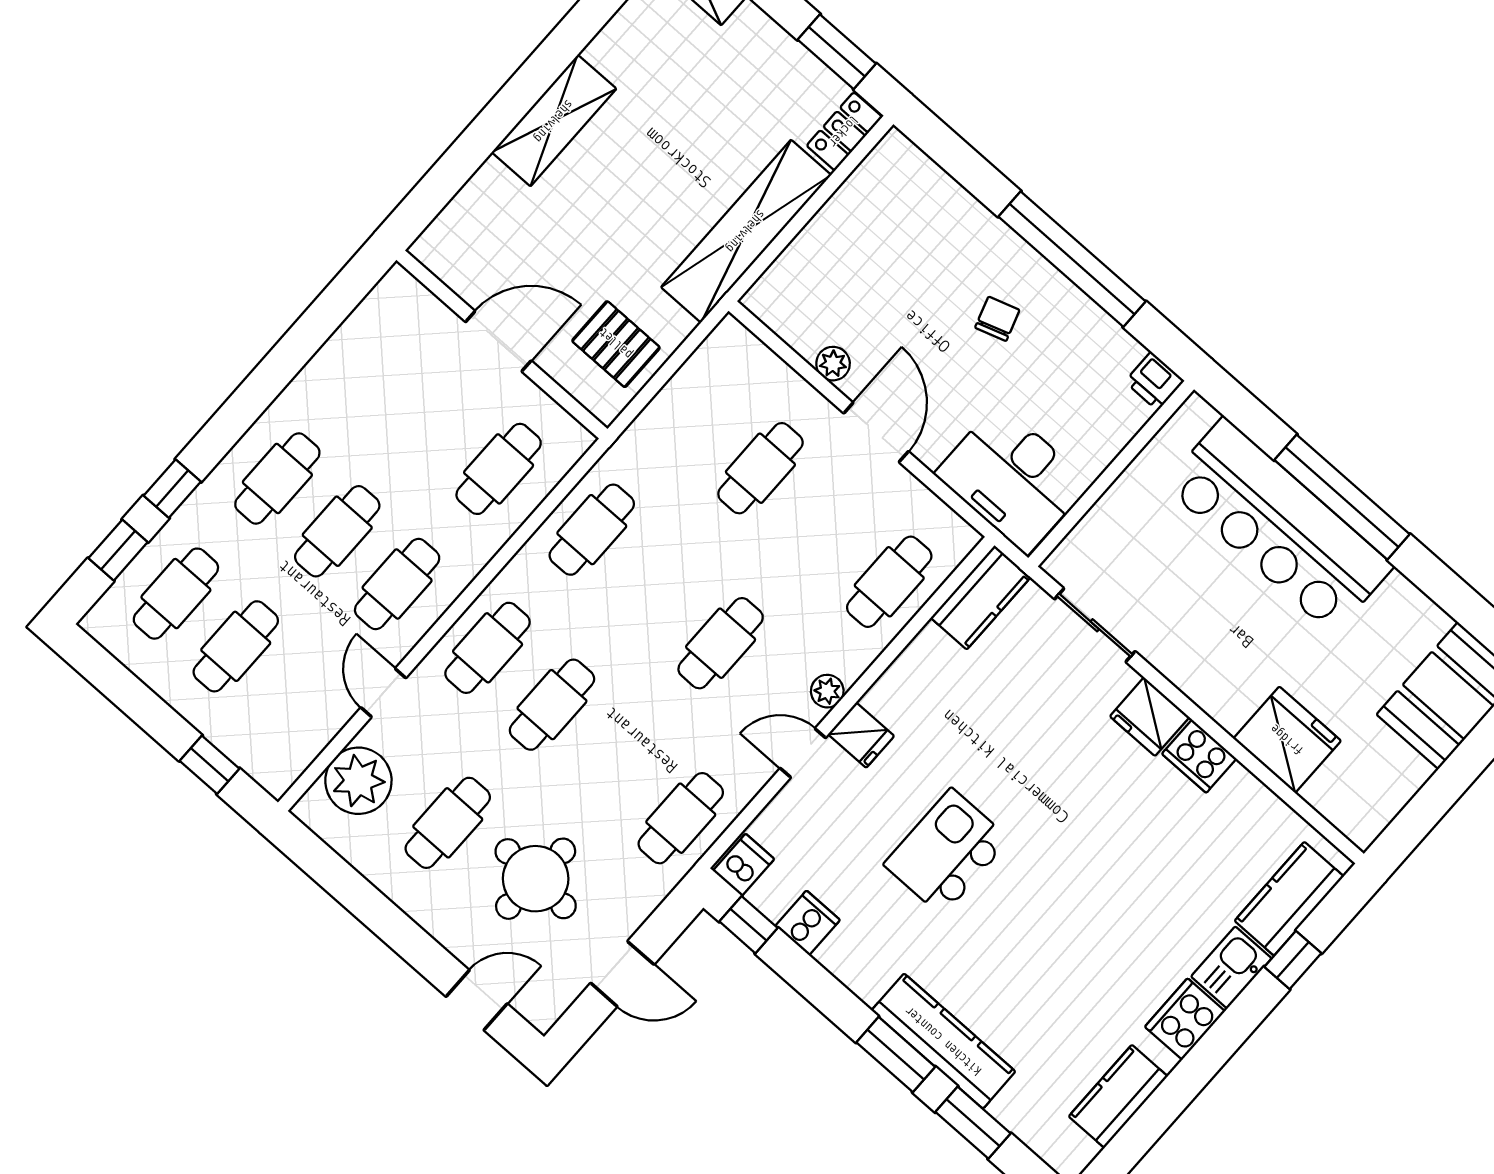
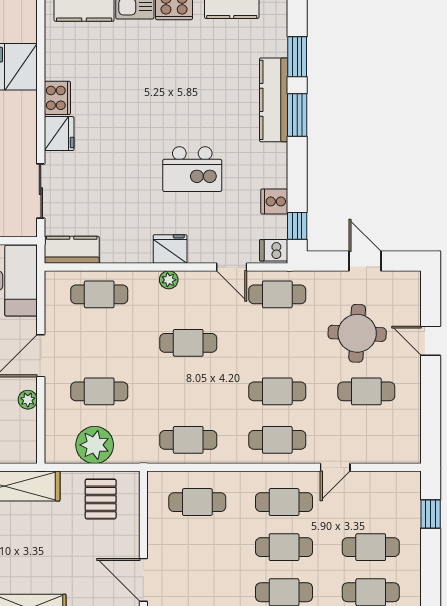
door: (498, 341) -> (143, 580), moved
fridge: (861, 735) -> (170, 249), width x1.38
door: (803, 753) -> (232, 267), moved
plant: (358, 781) -> (95, 445), moved
door: (477, 1000) -> (431, 341), moved

